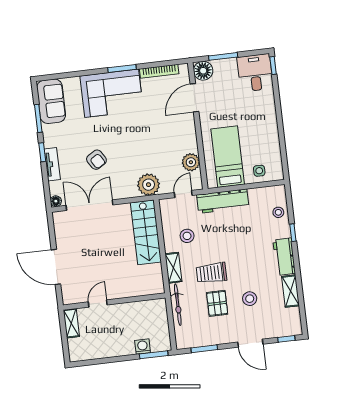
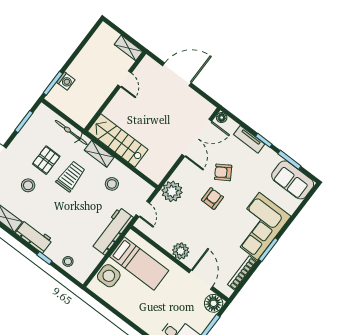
armchair: (124, 149) -> (212, 199), added
plant: (191, 162) -> (181, 251), moved
side table: (259, 171) -> (109, 276), width x1.87, depth x1.87
stairs: (146, 232) -> (118, 140), moved
pallet: (217, 303) -> (46, 160), turned 90

